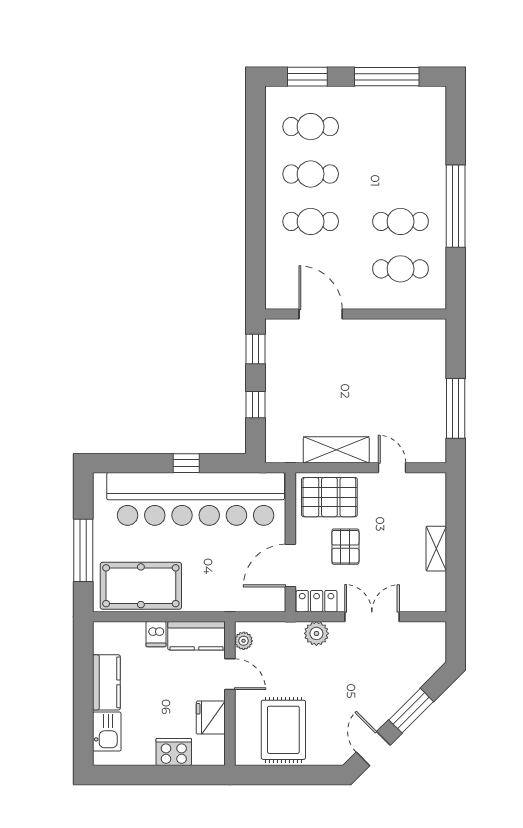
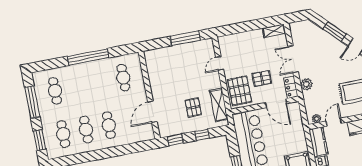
cafe table: (401, 221) -> (55, 91), moved
pallet: (314, 398) -> (193, 107), added
shelving: (336, 450) -> (219, 105), moved
shelving: (436, 549) -> (274, 31), moved

